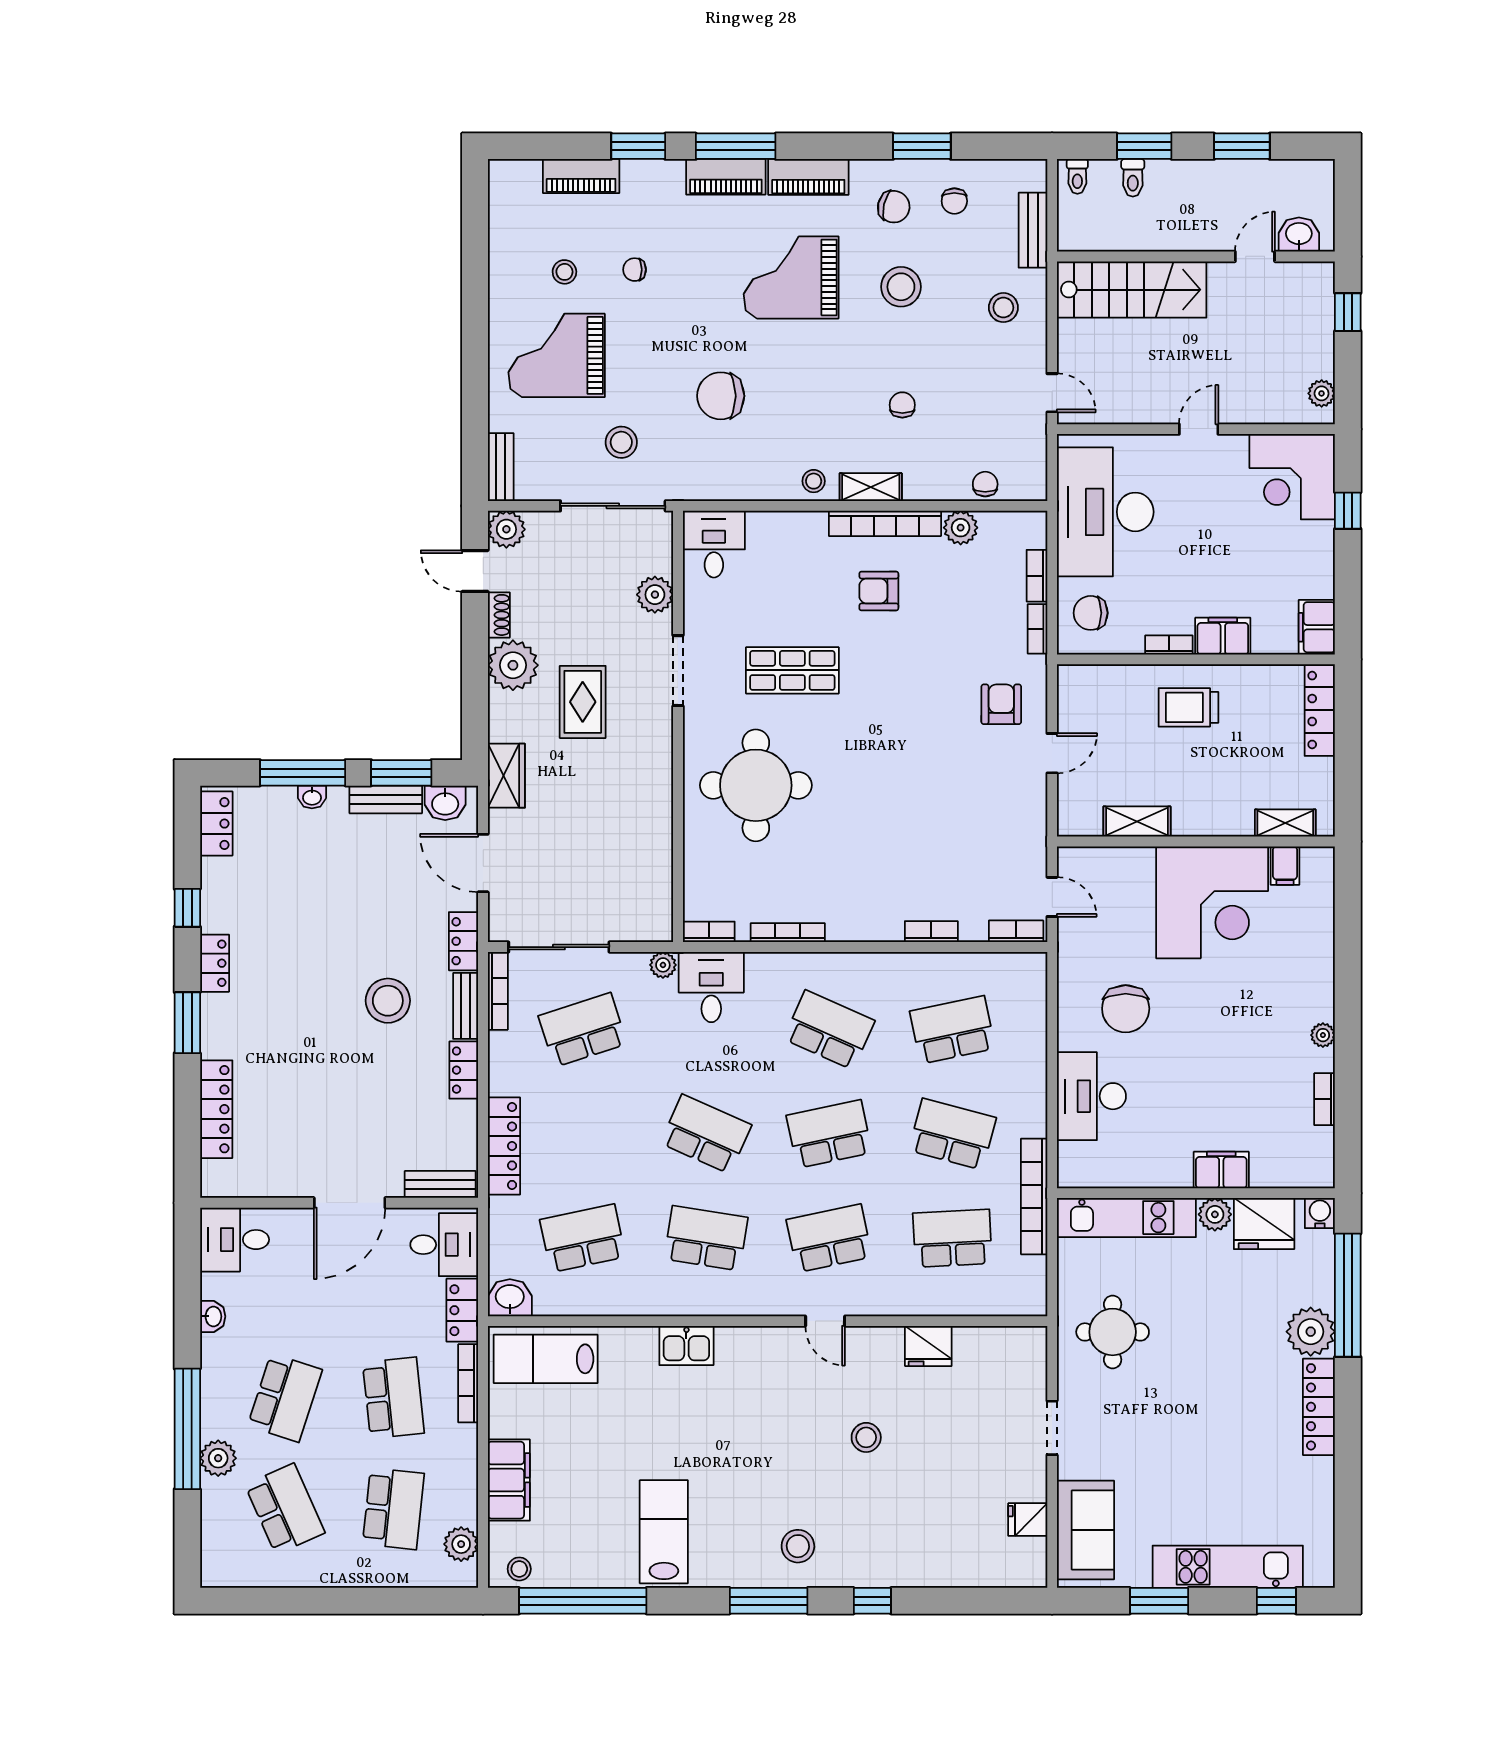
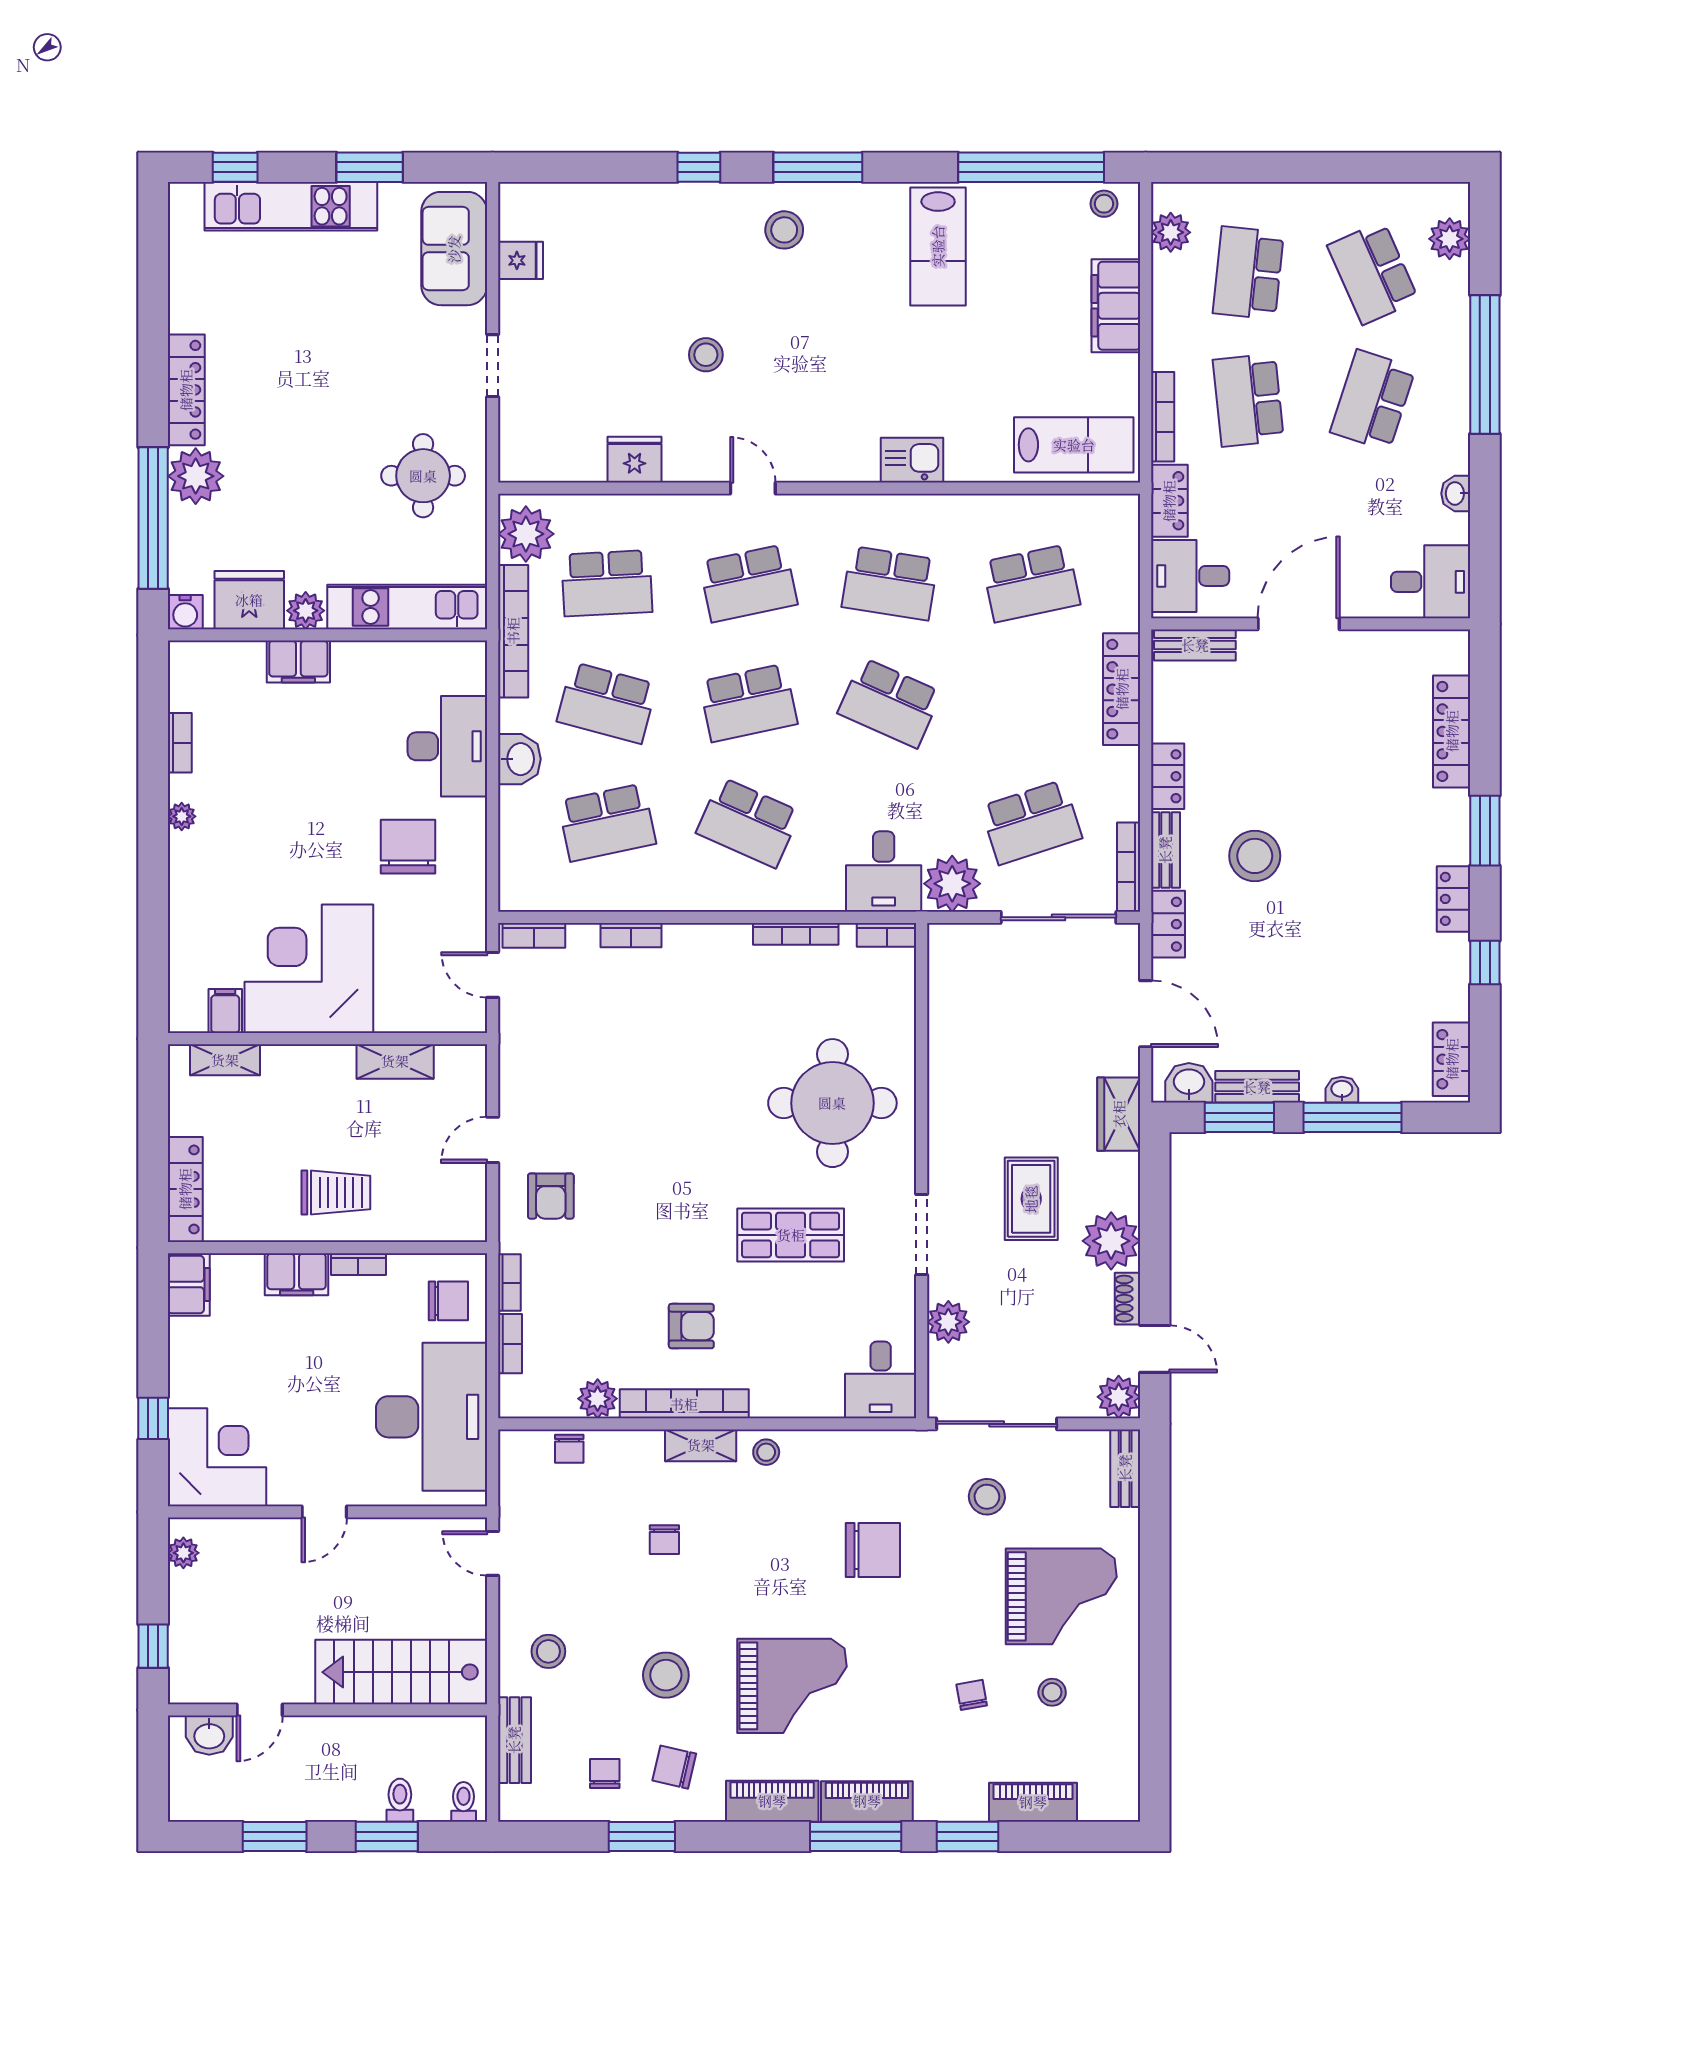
chair: (635, 270) -> (972, 1695), turned -100
plant: (663, 965) -> (952, 884), width x1.87, depth x1.87
plant: (1023, 1281) -> (526, 534), added
washbasin: (510, 1298) -> (519, 759), moved, turned -90
plant: (218, 1458) -> (1450, 239), moved

